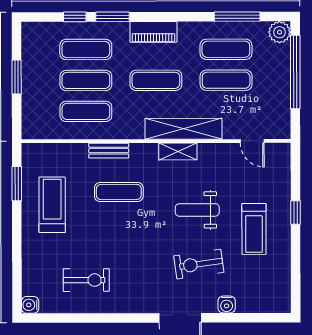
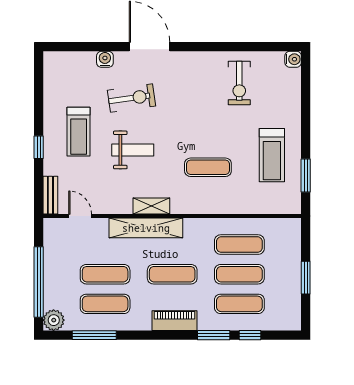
bench: (109, 151) -> (50, 195), moved, turned 90
treadmill: (254, 229) -> (79, 132), turned 180
exercise bike: (86, 280) -> (239, 83), turned -90

